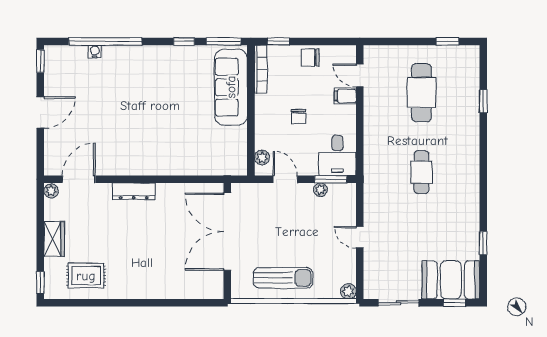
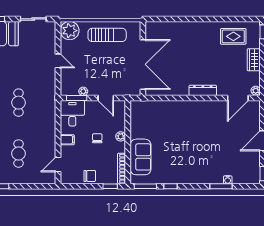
window: (105, 41) -> (221, 186), width x0.47
door: (360, 76) -> (58, 164), swing flipped
sofa: (231, 87) -> (140, 157), width x0.73
cafe table: (421, 93) -> (19, 154), width x0.73, depth x0.74
filing cabinet: (345, 96) -> (67, 140), moved
plant: (262, 158) -> (121, 136), moved
sun lounger: (283, 278) -> (107, 35), turned 180
plant: (348, 291) -> (70, 31), width x1.88, depth x1.88

